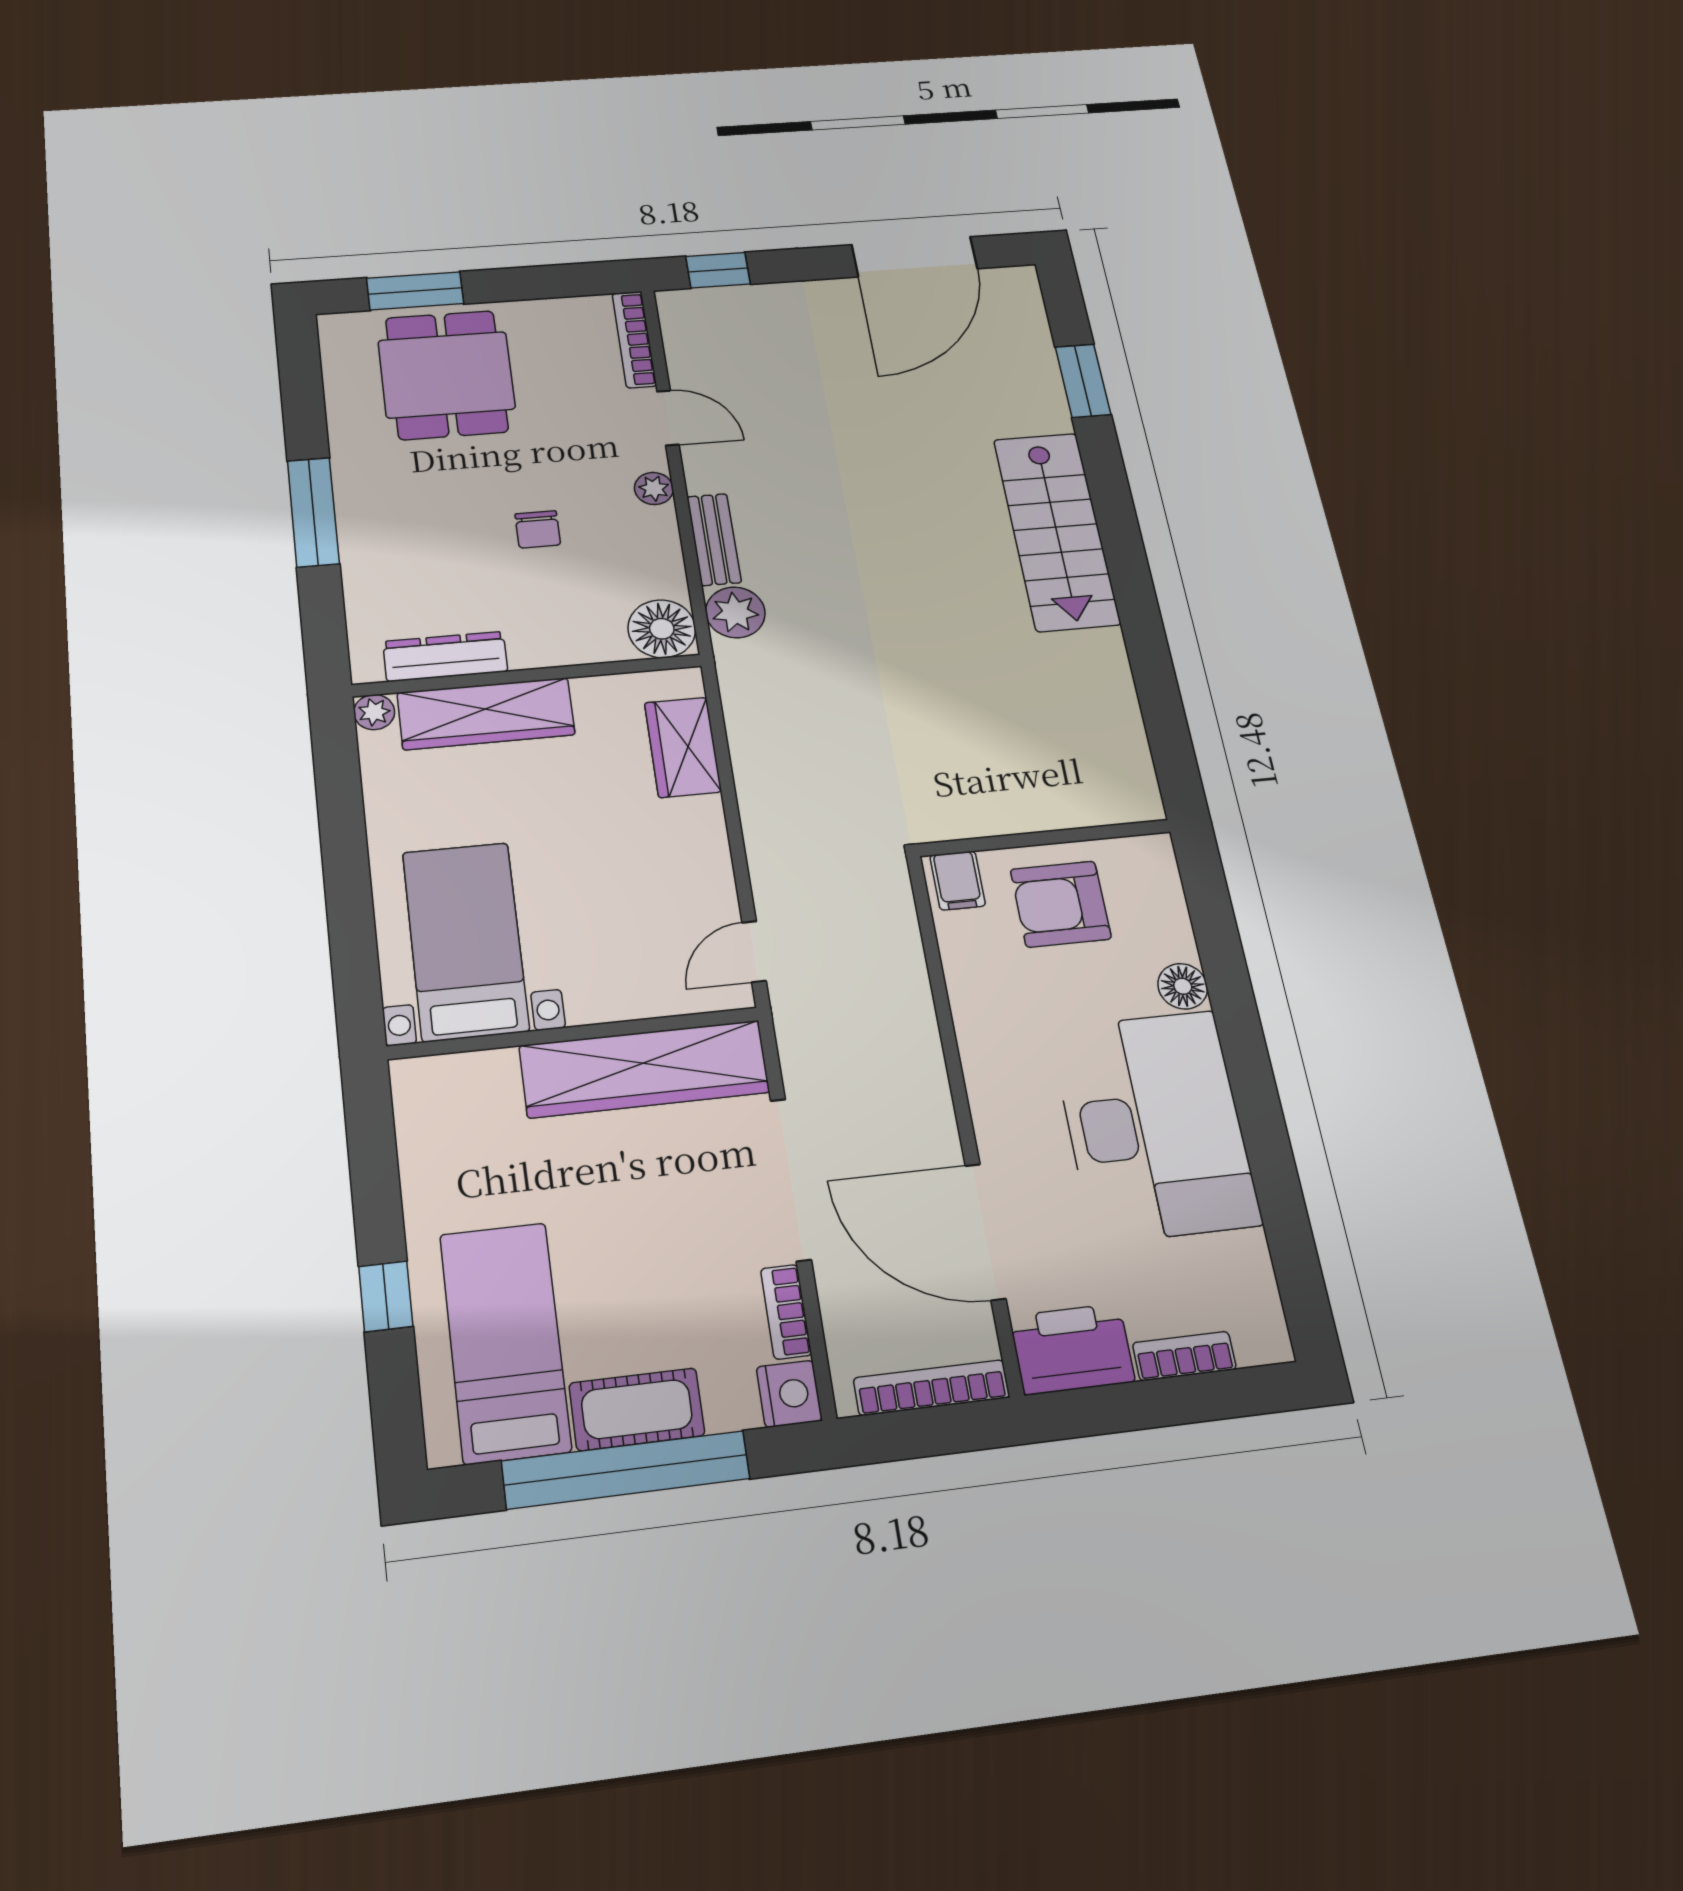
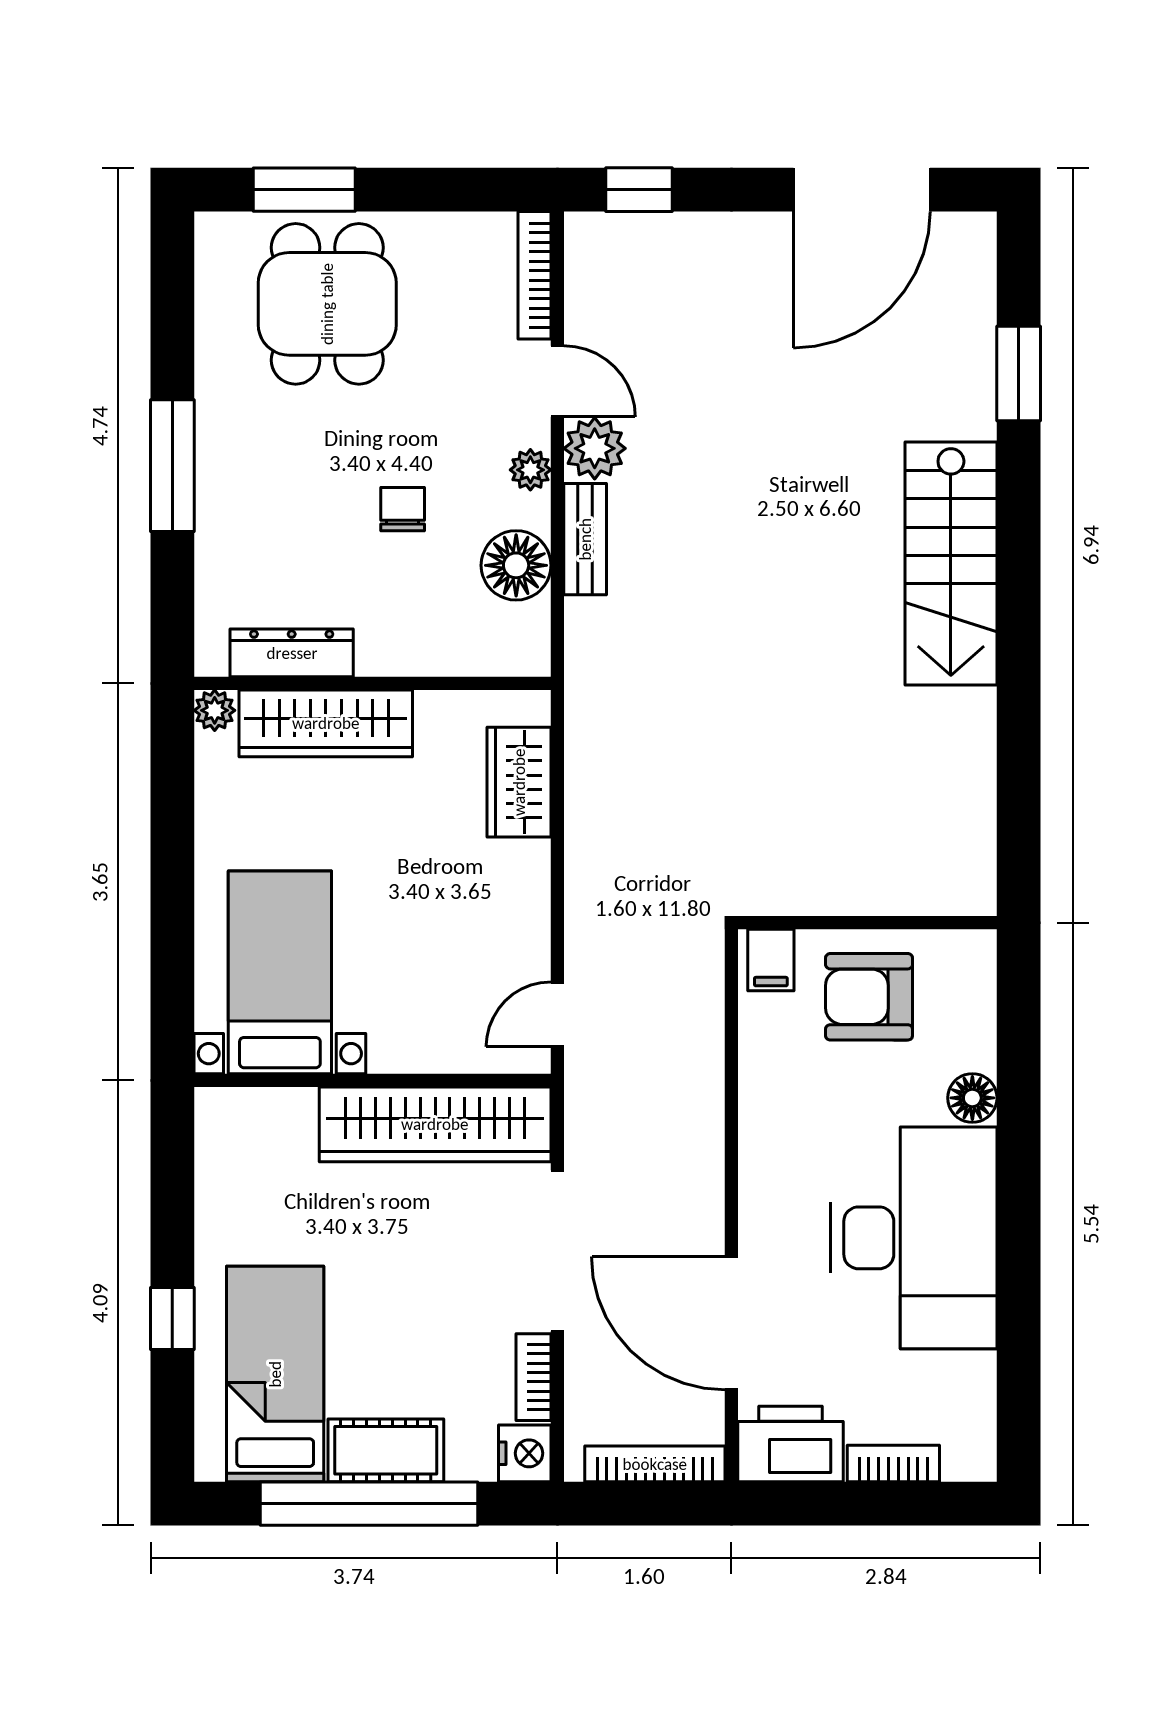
chair: (538, 529) -> (403, 509), turned 180
plant: (735, 612) -> (595, 448), moved
floor lamp: (662, 629) -> (516, 565), moved

